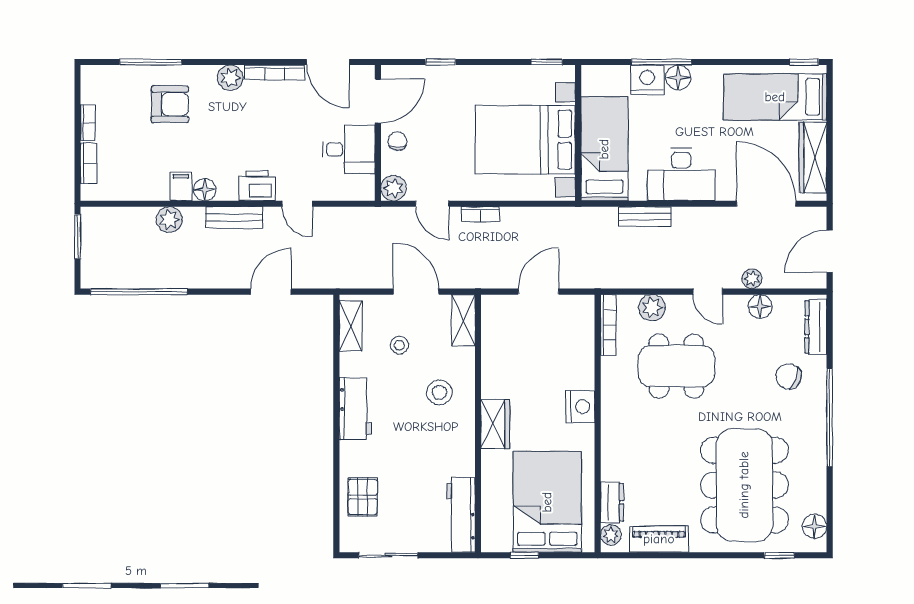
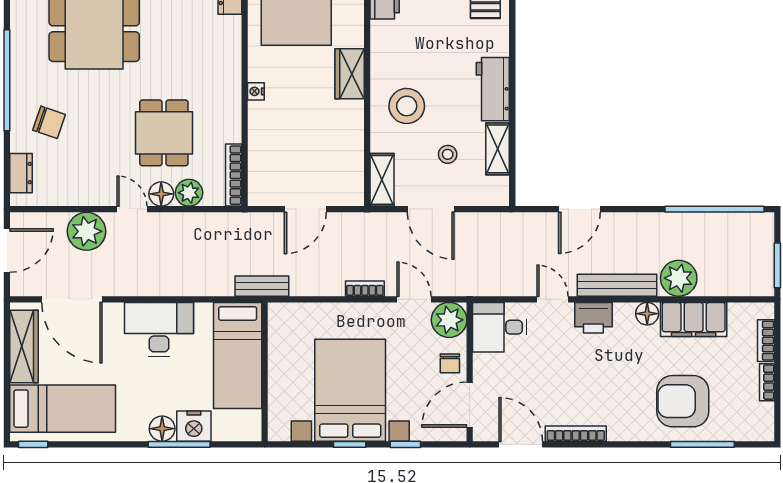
window: (547, 62) -> (350, 444), moved
plant: (230, 78) -> (621, 428), removed
armchair: (170, 104) -> (683, 401), width x1.36, depth x1.36
bed with nightstands: (525, 140) -> (350, 390), moved, turned -90
desk: (349, 149) -> (500, 327), moved
filing cabinet: (181, 186) -> (694, 319), width x3.00, depth x1.17
plant: (393, 188) -> (449, 320), width x1.36, depth x1.36
bench: (234, 217) -> (617, 285), width x1.36
bench: (645, 217) -> (262, 286), moved
plant: (169, 220) -> (679, 278), width x1.36, depth x1.36
plant: (752, 279) -> (87, 231), width x1.88, depth x1.88
floor lamp: (760, 306) -> (161, 194), moved
shelving: (351, 326) -> (498, 149), moved
dresser: (816, 327) -> (21, 173), width x0.70
dining table: (676, 366) -> (164, 133), width x0.73
stool: (439, 392) -> (407, 106), width x1.38, depth x1.38
nightstand: (580, 407) -> (256, 91), width x0.53, depth x0.56

